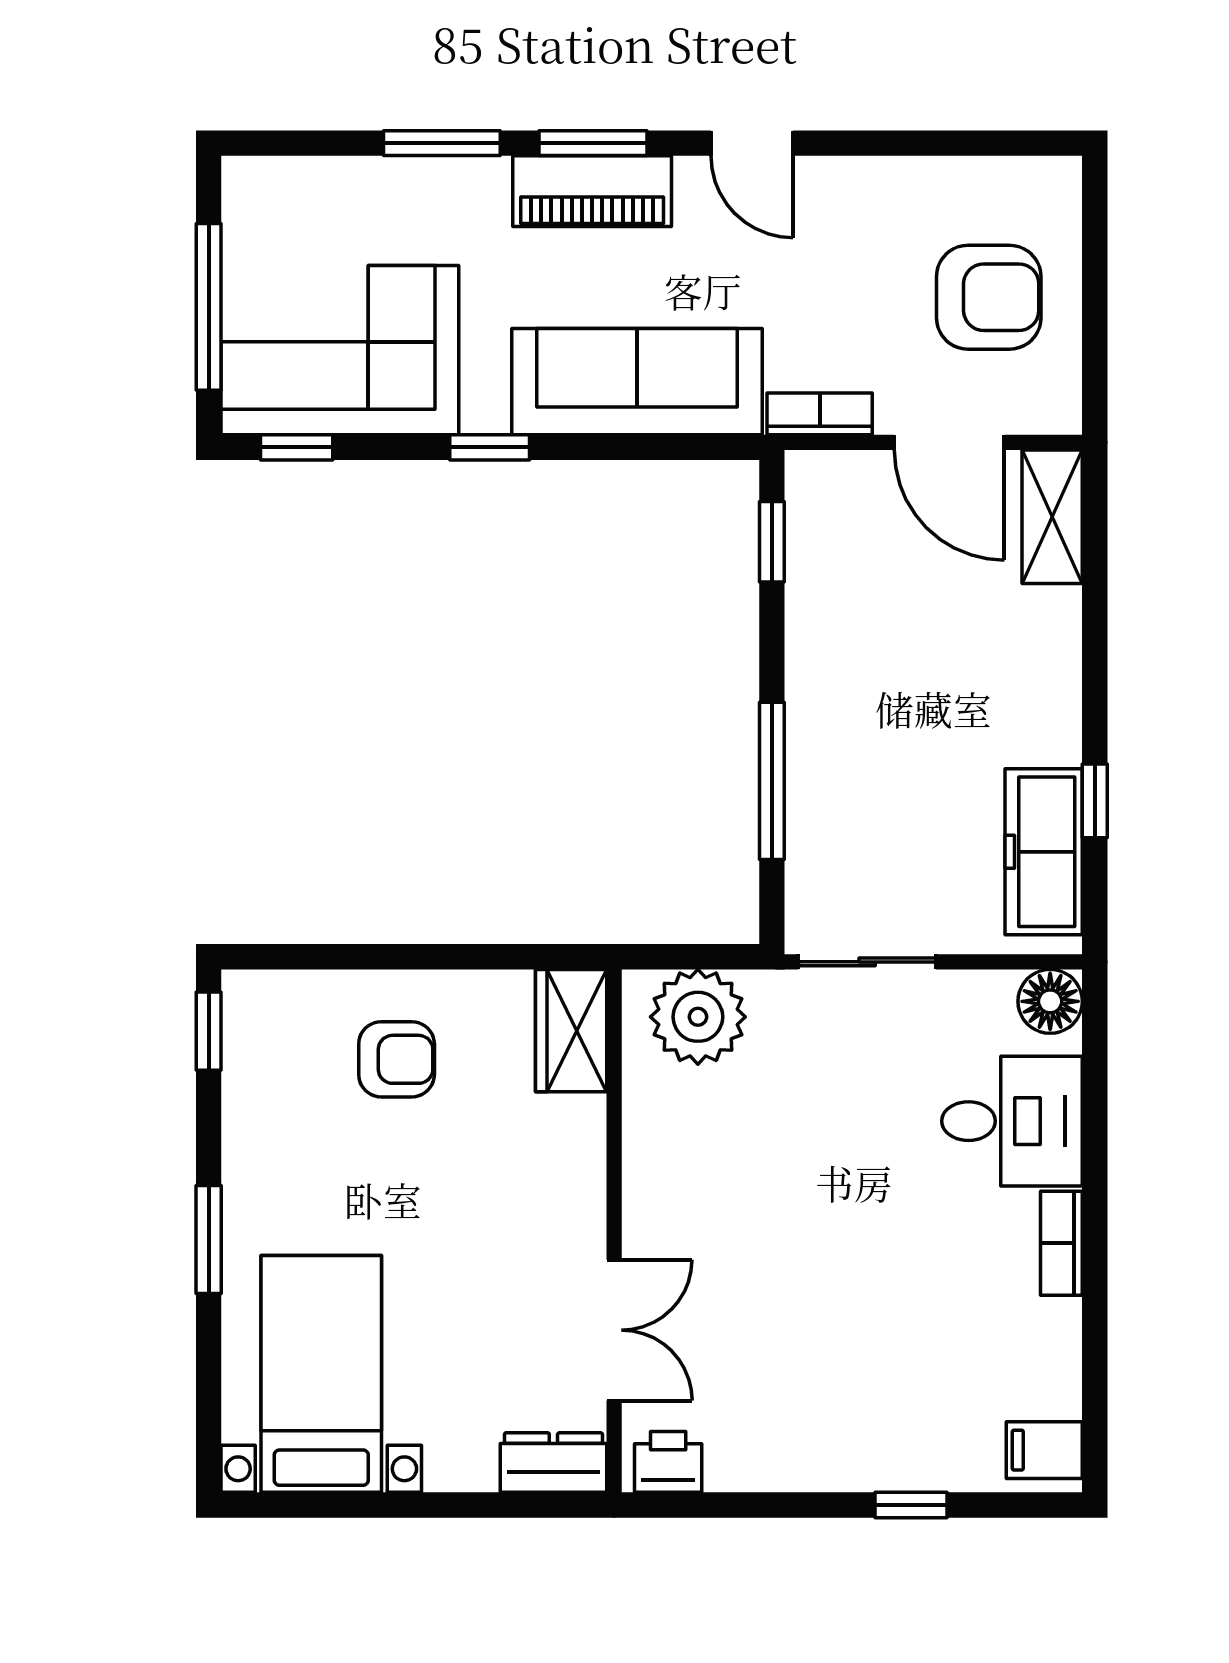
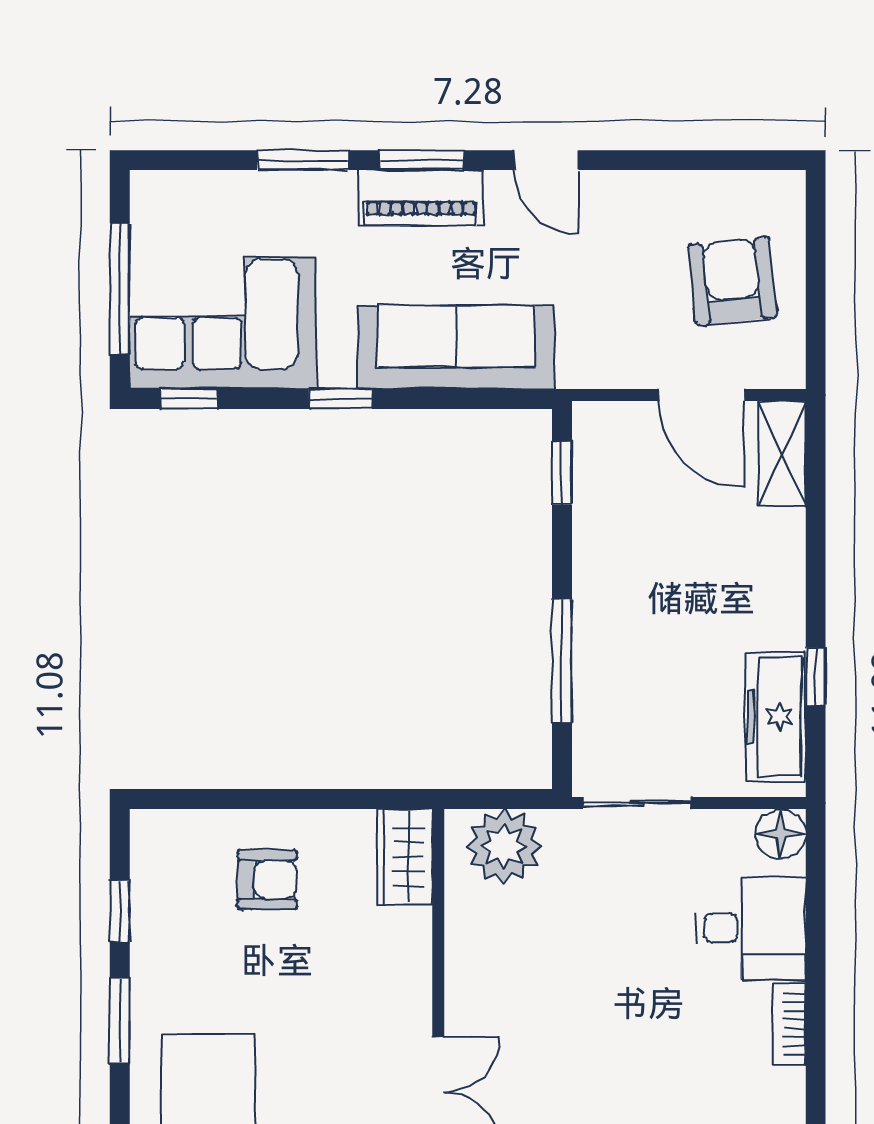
armchair: (989, 297) -> (732, 281), turned -96
bookcase: (820, 414) -> (600, 373), removed
window: (209, 1031) -> (120, 911), moved

